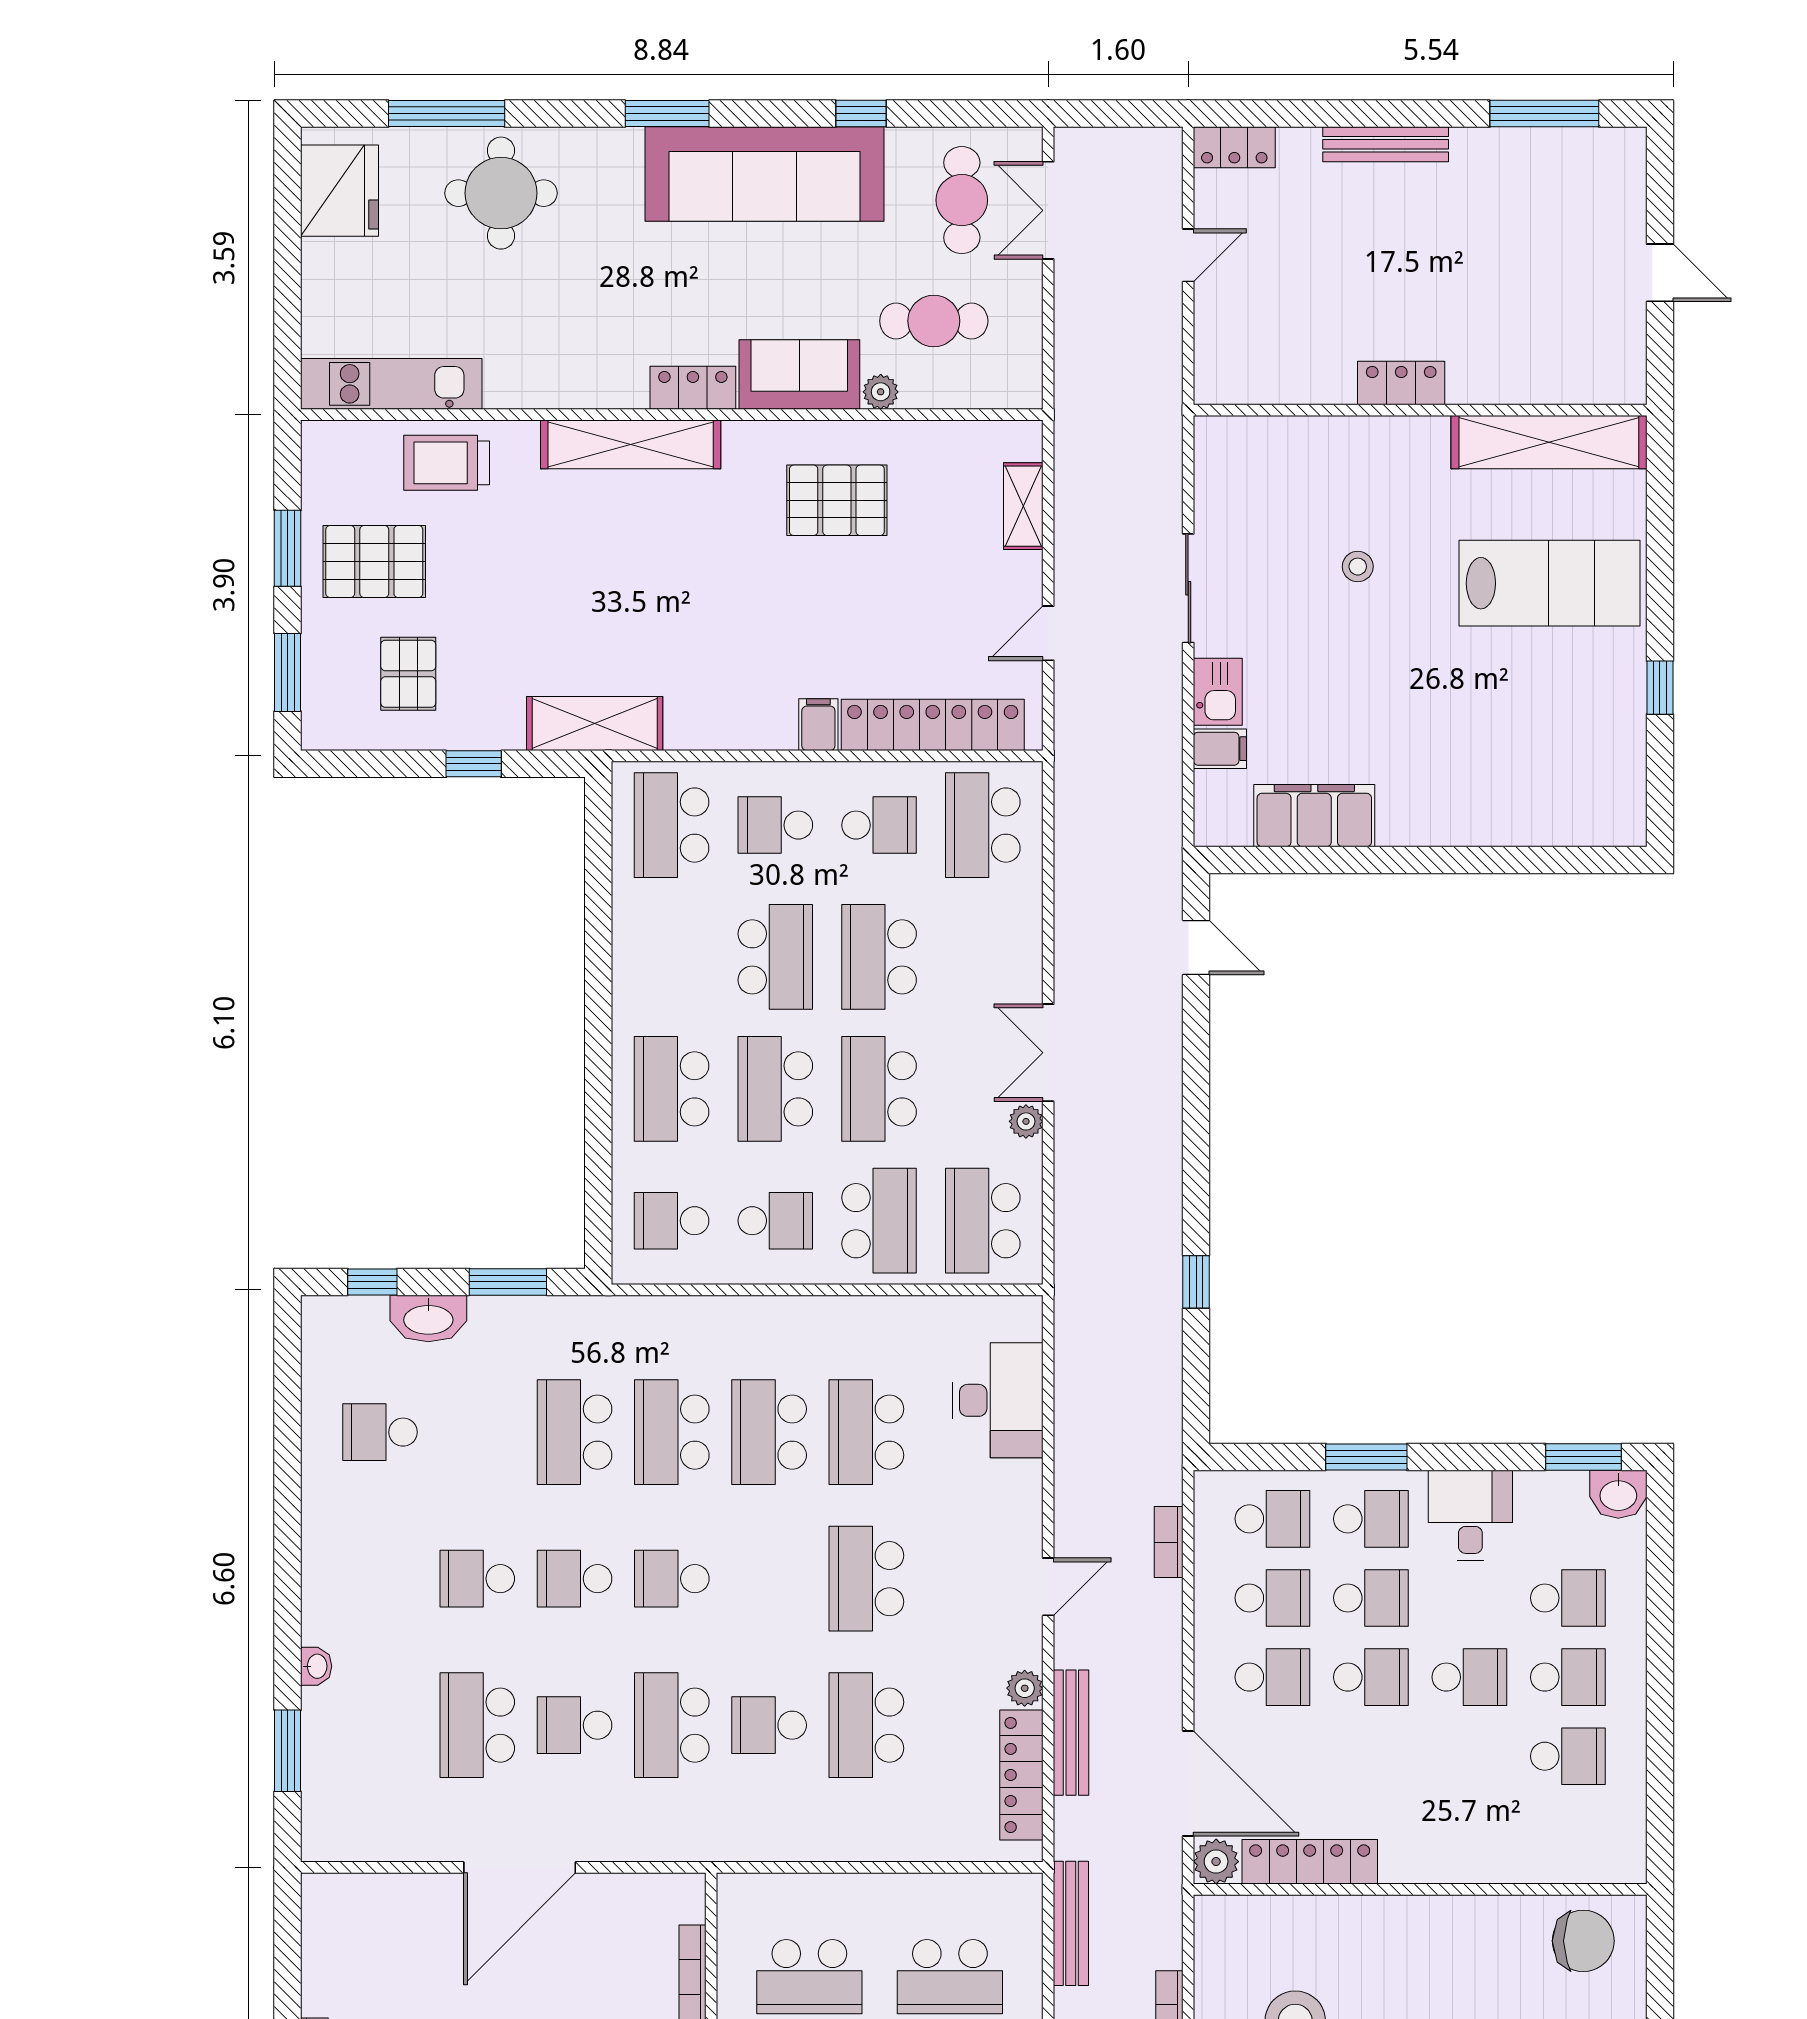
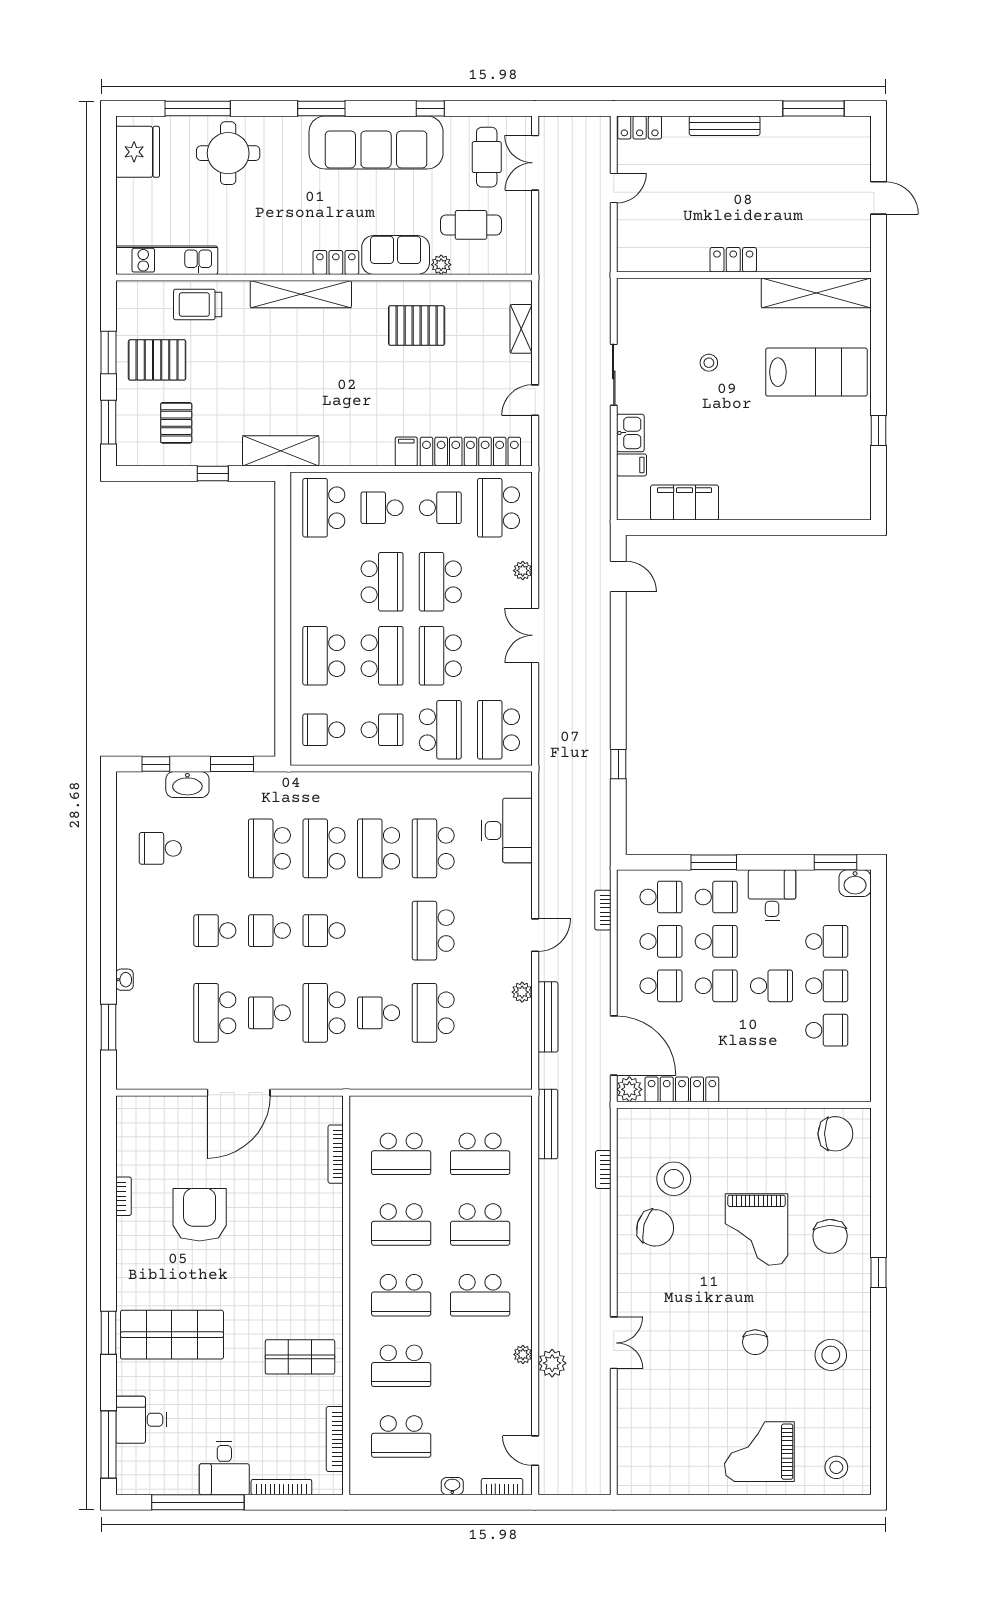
school desk: (775, 1089) -> (382, 656), turned 180
plant: (1026, 1121) -> (523, 571), moved
locker: (1021, 1775) -> (520, 1041), removed

